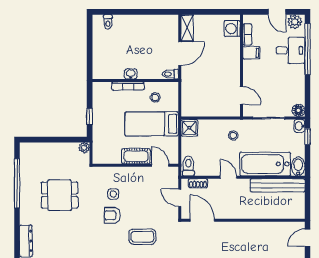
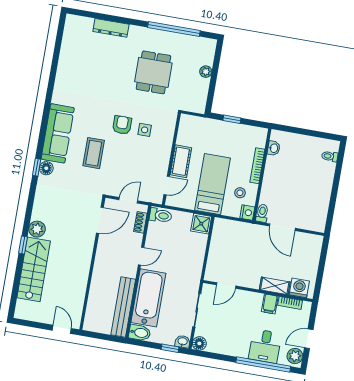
shelving: (187, 28) -> (275, 286), moved
washbasin: (131, 74) -> (274, 148), moved
nightstand: (172, 88) -> (247, 213), added
stool: (233, 135) -> (185, 269), removed
plant: (84, 148) -> (206, 72), moved

